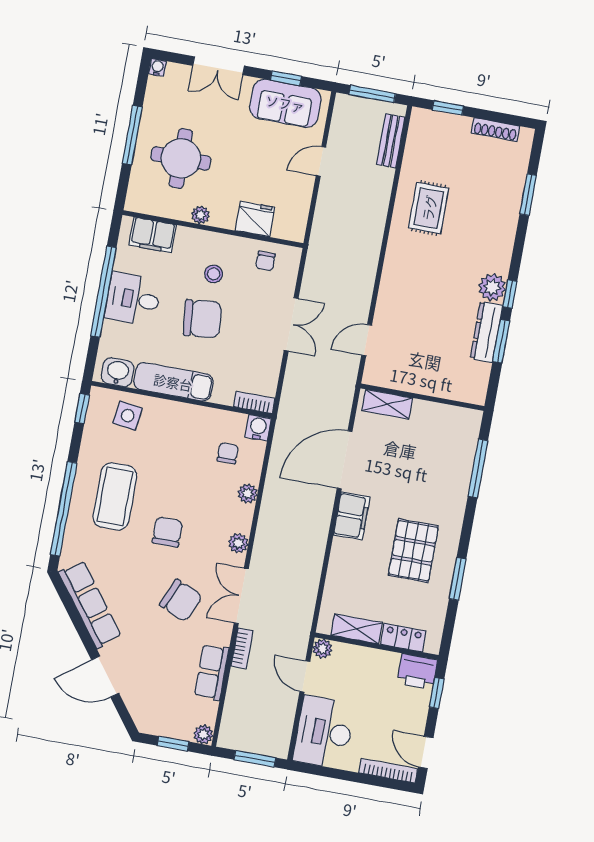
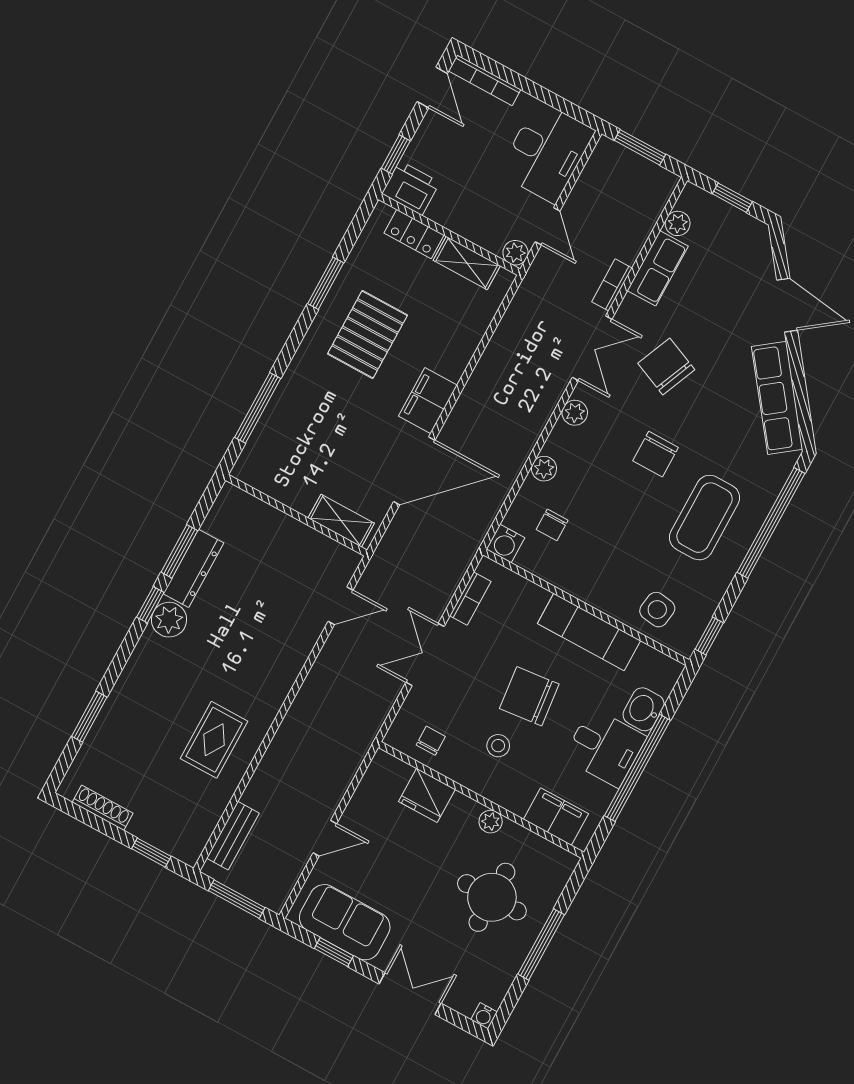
washbasin: (118, 372) -> (644, 709), moved, turned 90
bookcase: (254, 402) -> (470, 599), moved, turned -90
plant: (203, 734) -> (678, 223), moved

